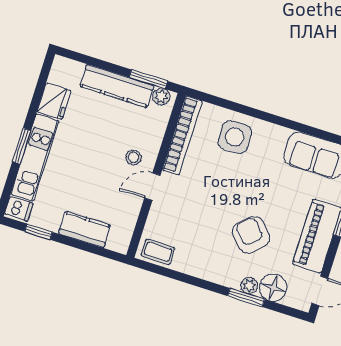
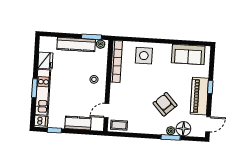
door: (152, 187) -> (106, 111), moved

